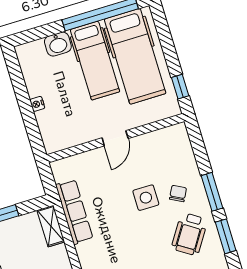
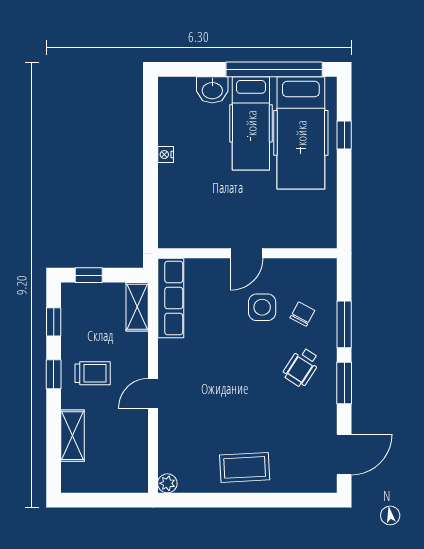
window: (180, 87) -> (344, 135), moved
door: (115, 138) -> (247, 253), moved
wall: (115, 138) -> (247, 253), moved
wheelchair: (190, 234) -> (301, 367), width x0.73, depth x0.73

